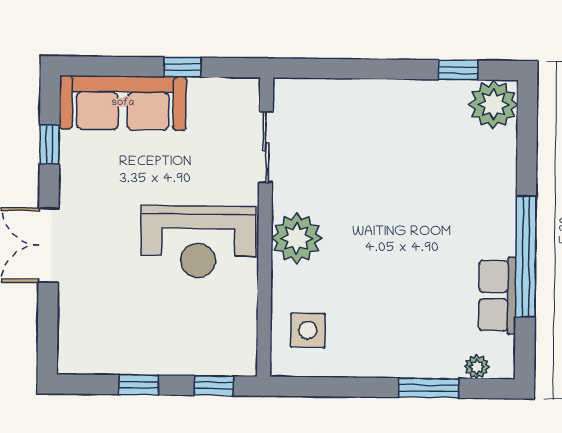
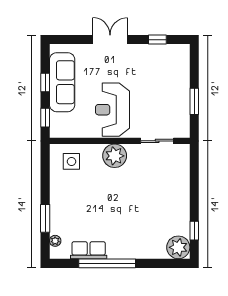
window: (182, 67) -> (194, 101), width x1.50
sofa: (123, 103) -> (62, 82), moved, turned 180

